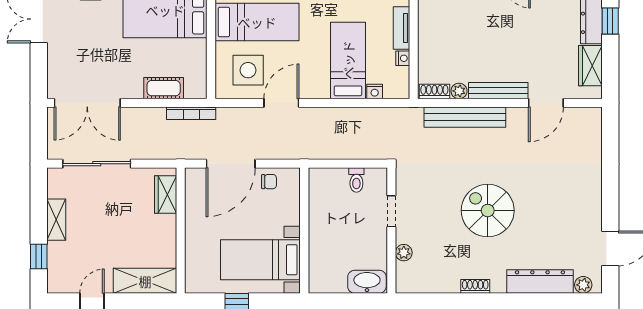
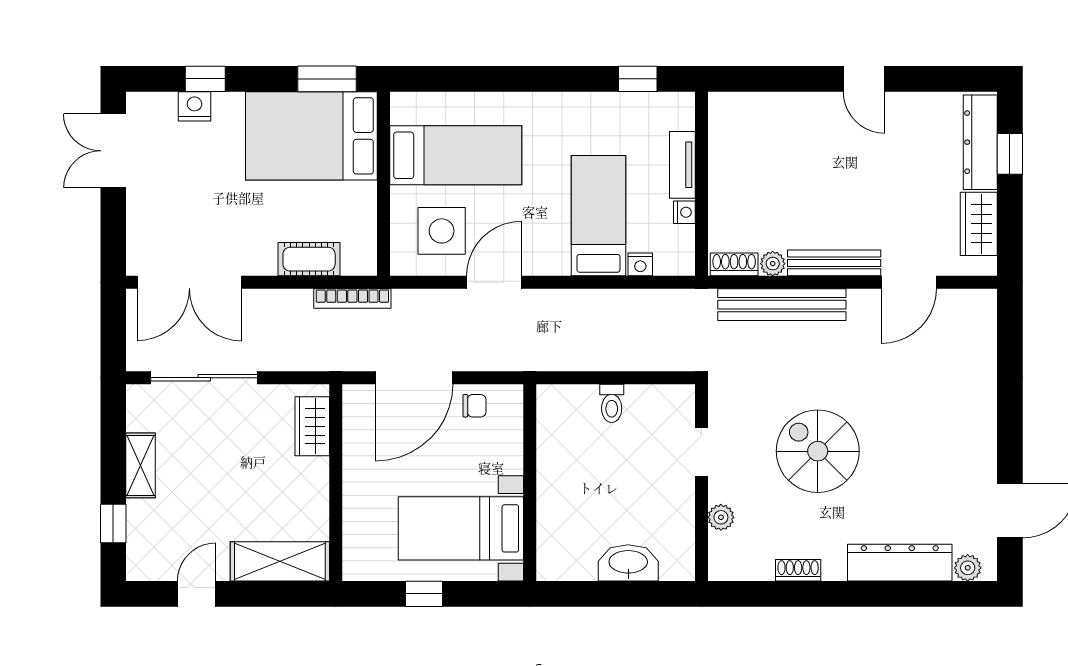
doorway: (391, 211) -> (701, 452), moved
wall: (391, 231) -> (701, 483), moved
plant: (404, 253) -> (721, 517), moved

